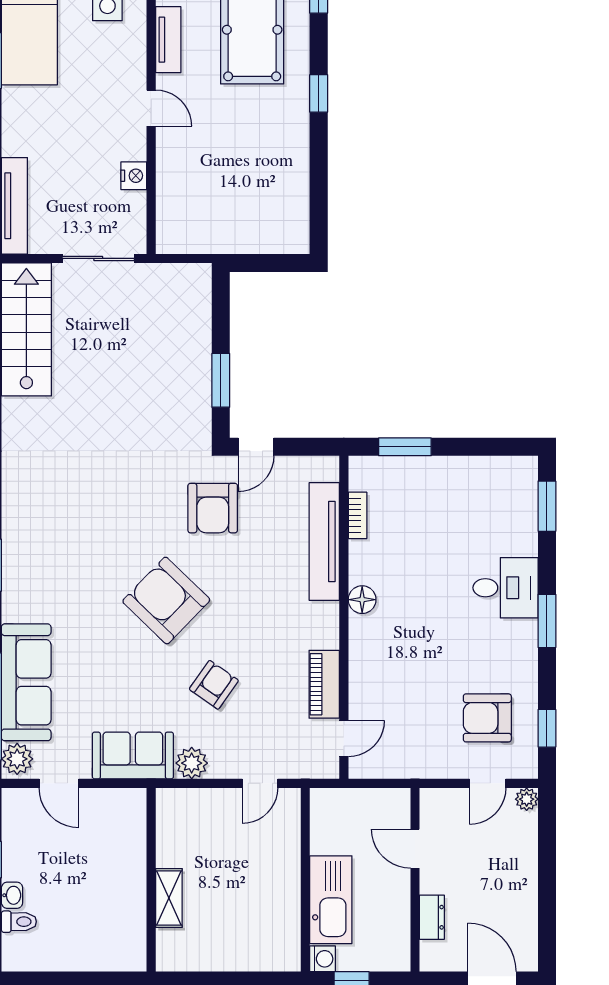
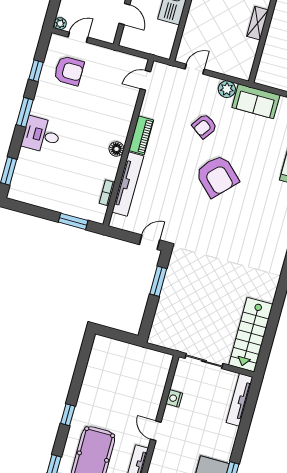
armchair: (213, 508) -> (180, 217), removed
piano: (324, 684) -> (141, 135), moved
window: (547, 728) -> (36, 71), moved

